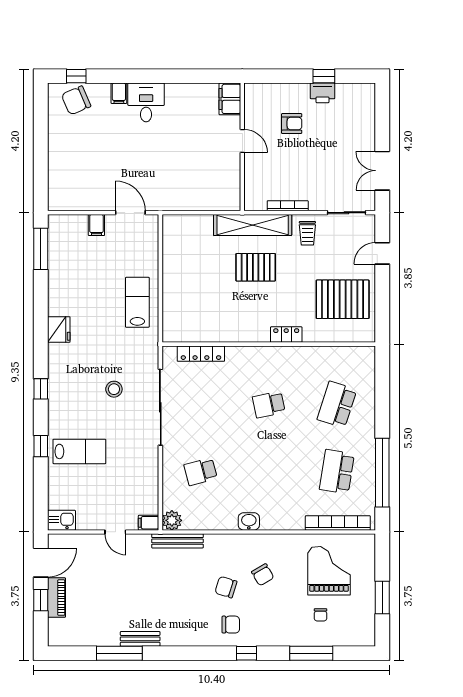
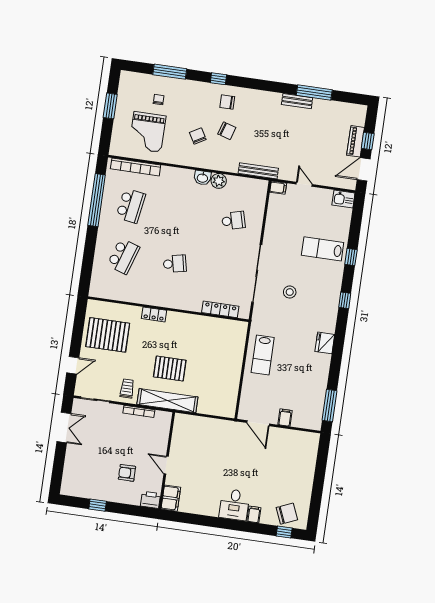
printer: (323, 93) -> (150, 500), moved
plant: (172, 520) -> (219, 181), moved

